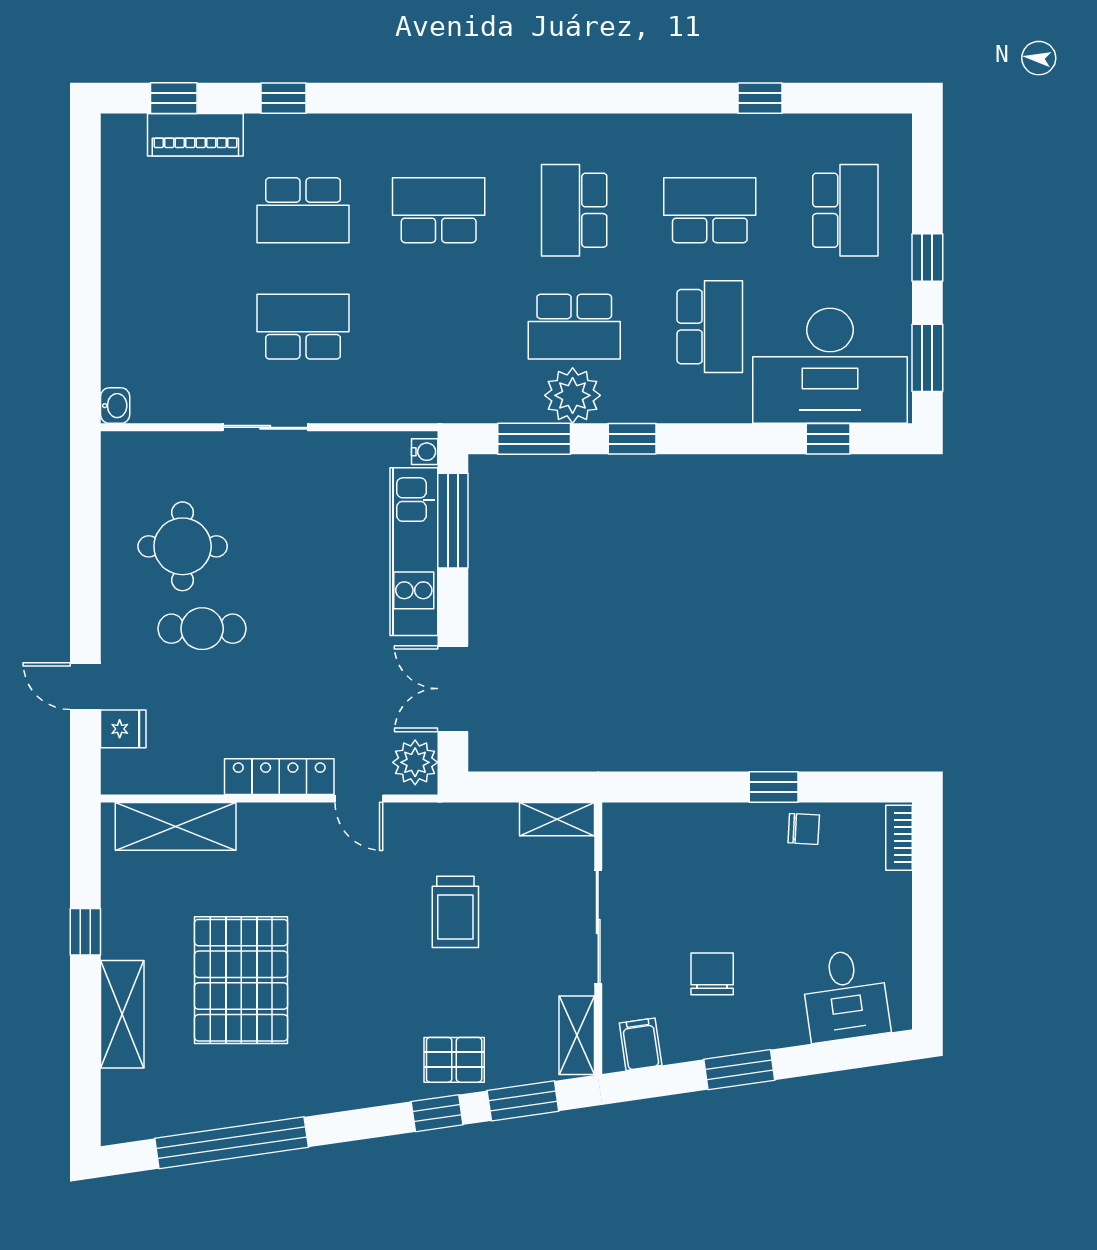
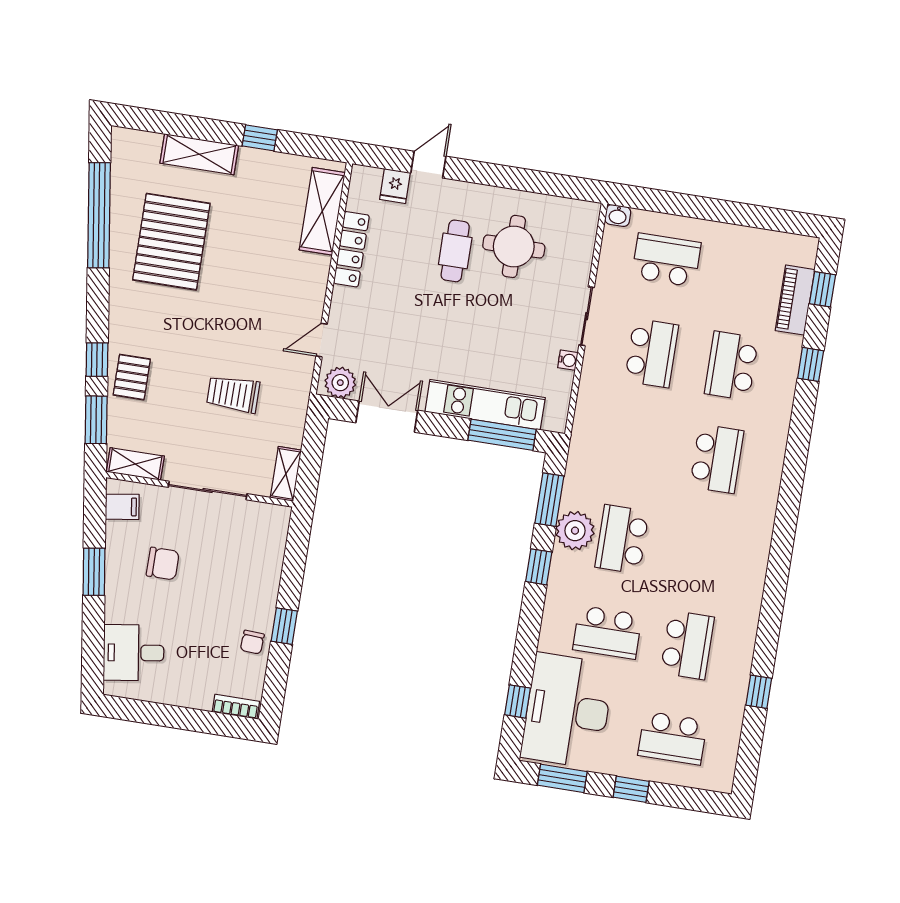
school desk: (574, 210) -> (666, 260), moved
water cooler: (425, 452) -> (568, 360), moved, turned -90
locker: (279, 777) -> (351, 249), moved
pallet: (241, 980) -> (171, 242), moved, turned 90

